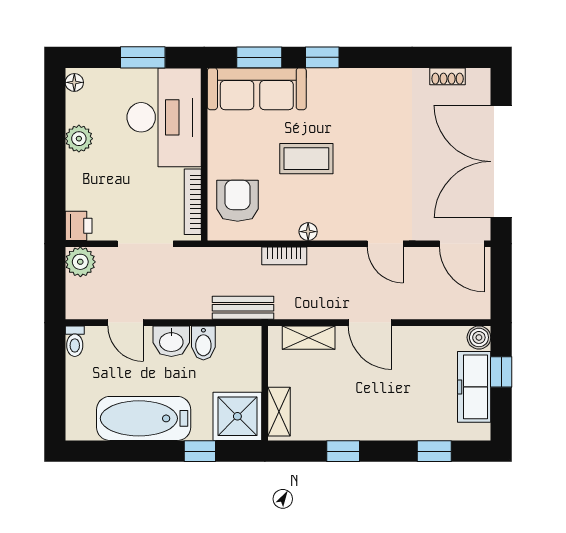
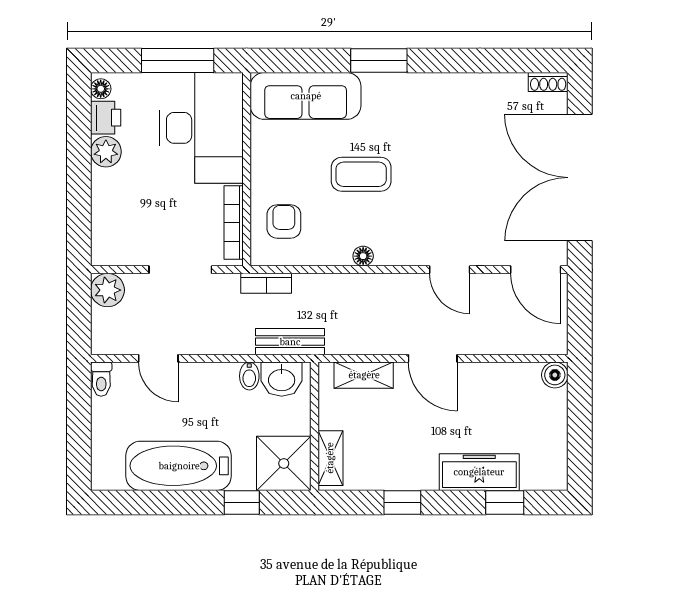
window: (143, 57) -> (178, 61), width x1.44
window: (259, 57) -> (308, 61), removed
window: (322, 57) -> (379, 61), width x1.50
shoe rack: (448, 76) -> (548, 82), moved
armchair: (238, 201) -> (284, 221), width x0.72, depth x0.72
printer: (79, 226) -> (106, 118), moved
bookcase: (284, 256) -> (266, 283), moved
washbasin: (171, 341) -> (282, 379), moved
bidet: (203, 343) -> (249, 376), width x0.72, depth x0.74
window: (501, 372) -> (580, 414), removed
freezer: (474, 387) -> (479, 472), moved, turned 90

